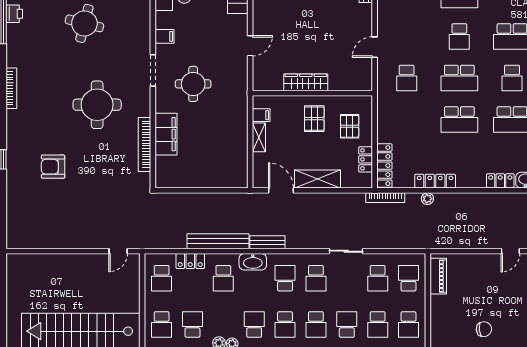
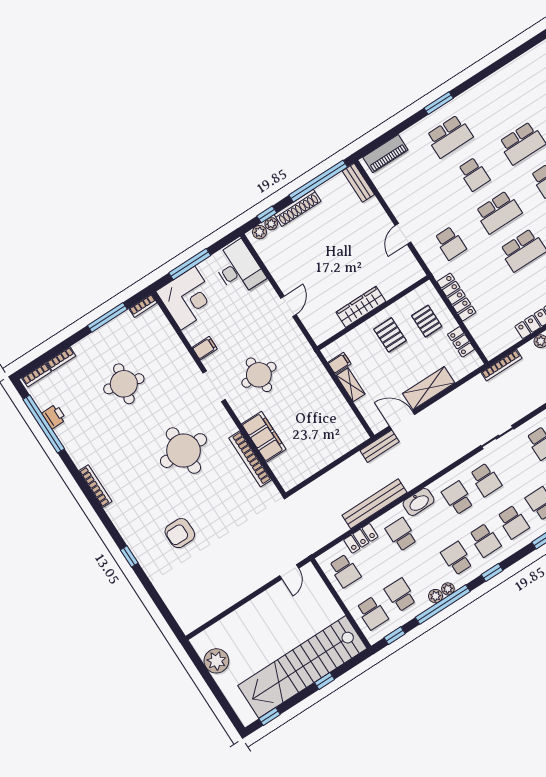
locker: (384, 166) -> (456, 297), moved
bench: (267, 242) -> (380, 446), moved
school desk: (223, 278) -> (401, 534), turned 180
plant: (17, 284) -> (216, 661), added

